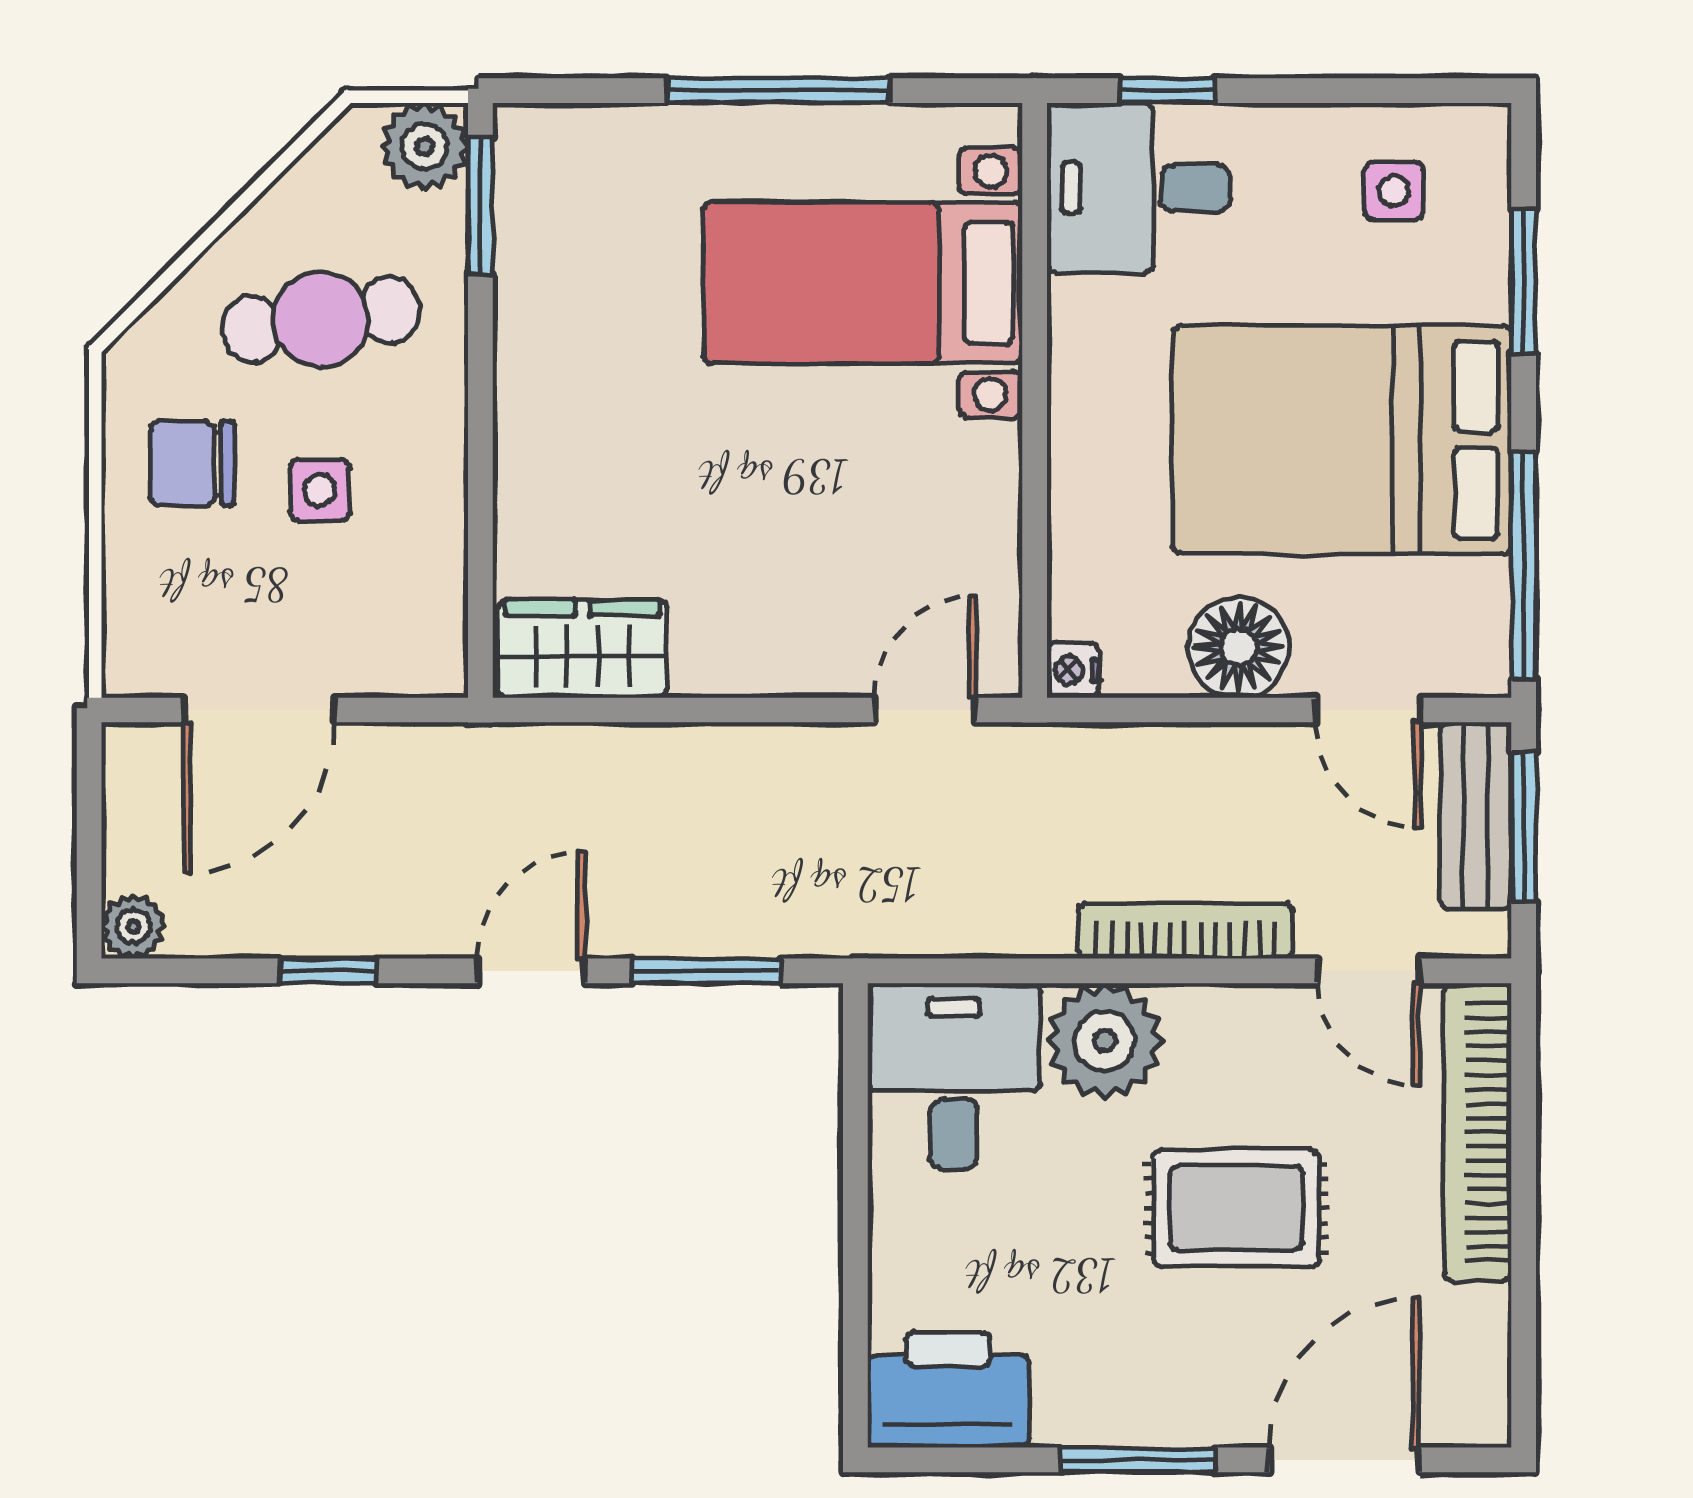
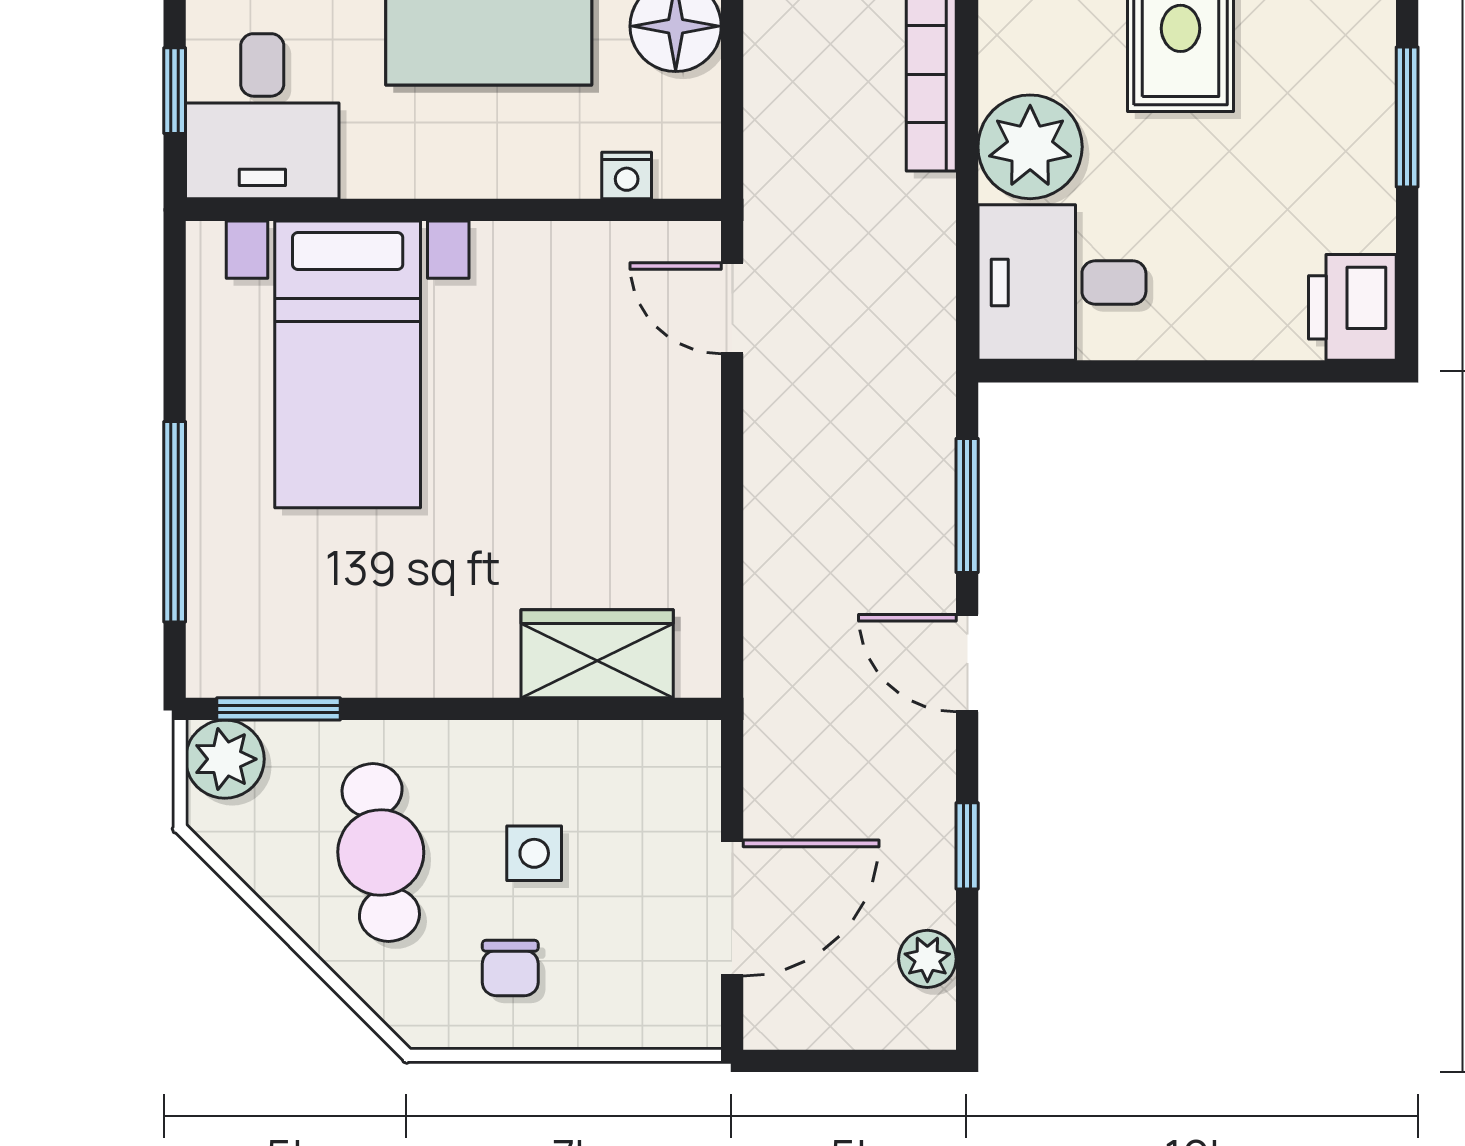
window: (779, 91) -> (175, 522), moved
chair: (192, 463) -> (510, 968), width x0.73, depth x0.73
wardrobe: (582, 649) -> (597, 654), moved, turned 90
nightstand: (1073, 670) -> (627, 175), moved
door: (259, 710) -> (732, 908), hinge flipped
plant: (133, 927) -> (927, 959), moved
printer: (948, 1390) -> (1352, 307), width x0.73, depth x0.84

